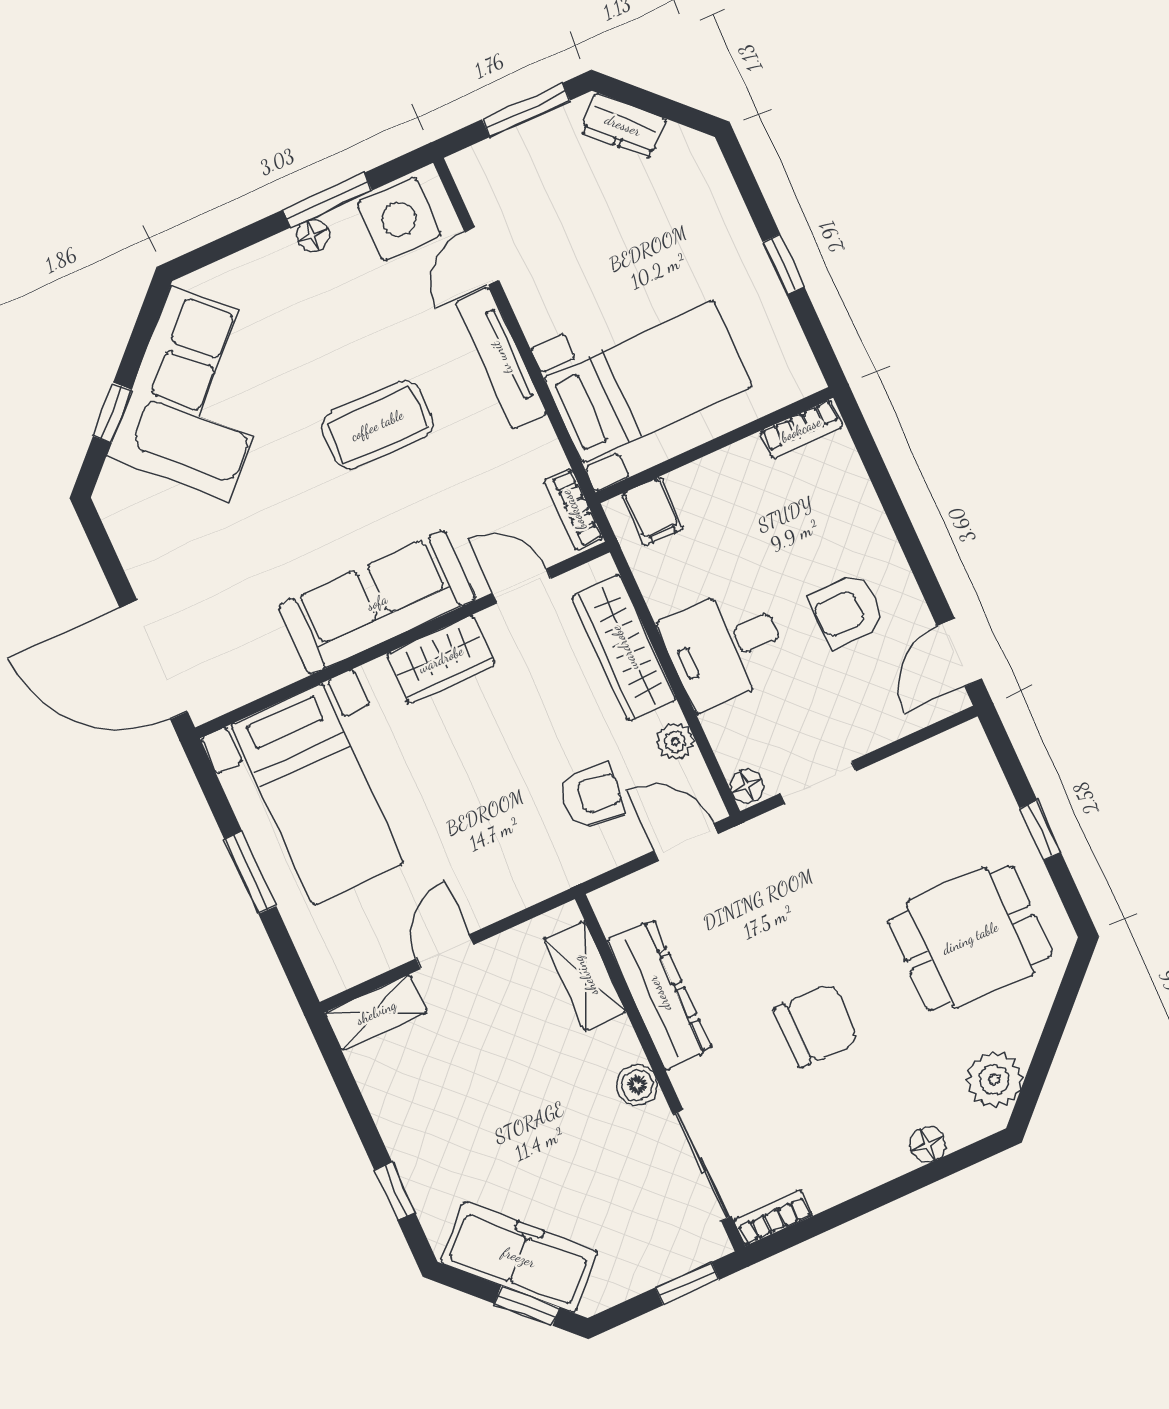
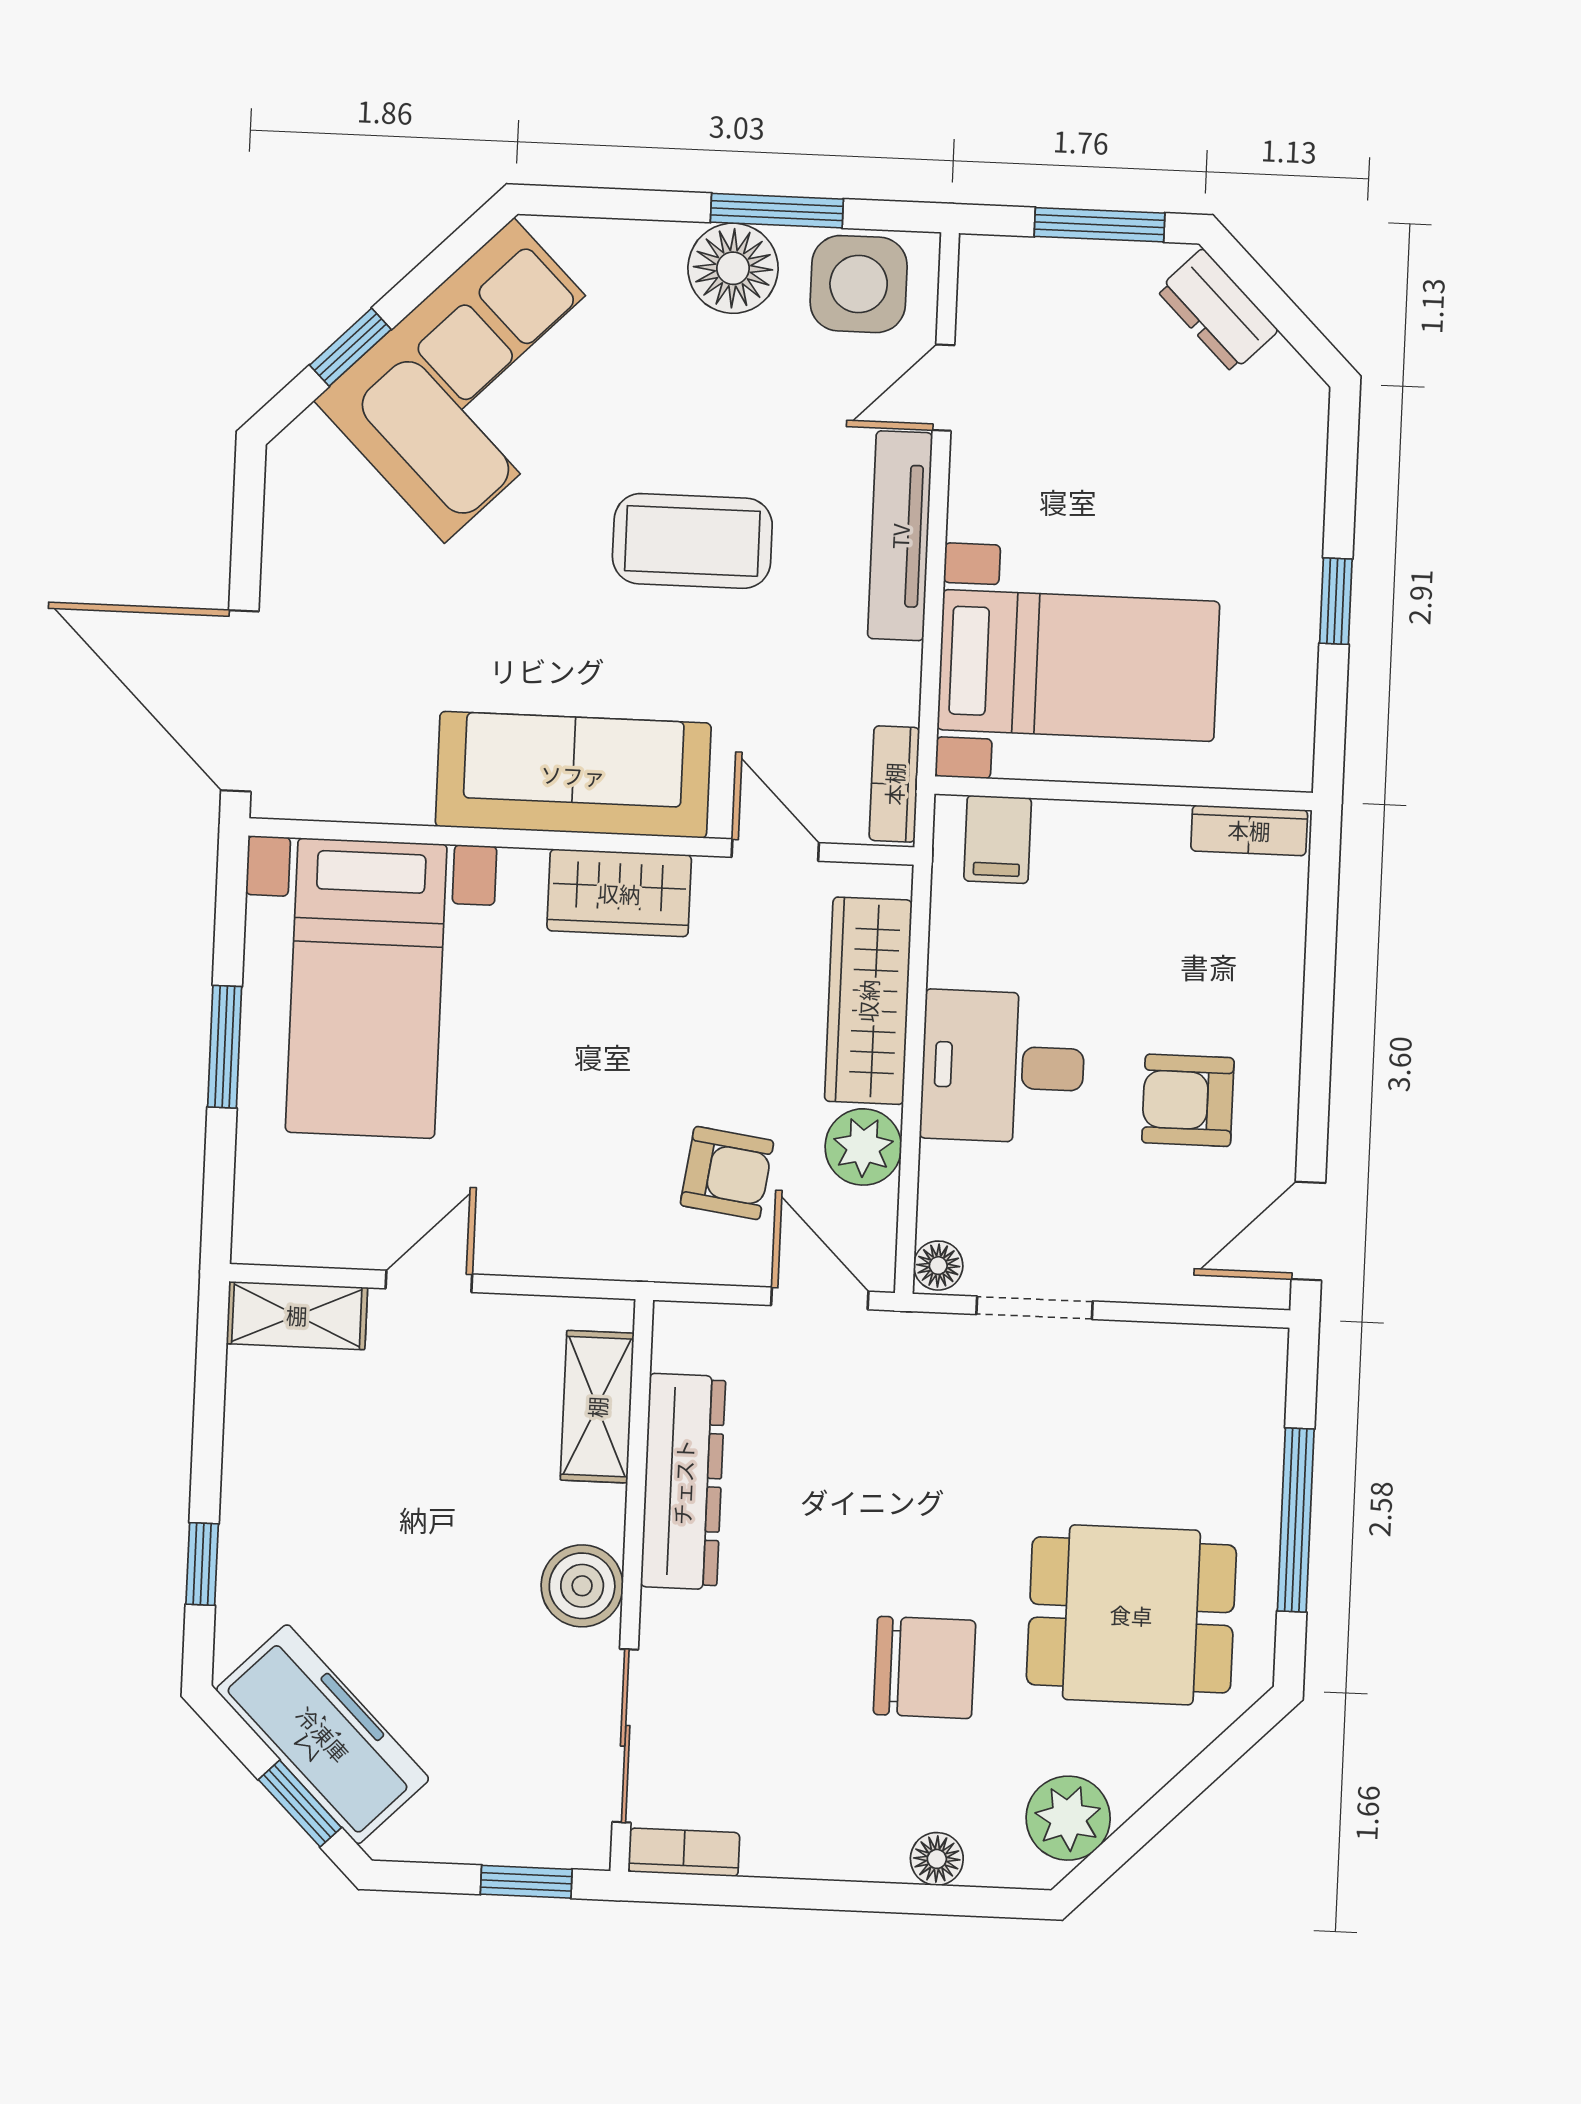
floor lamp: (313, 235) -> (733, 268), width x1.89, depth x1.89
plant: (675, 741) -> (863, 1147), width x1.38, depth x1.38
window: (1040, 830) -> (1296, 1520), width x2.17
chair: (816, 1025) -> (924, 1667), moved
boiler: (637, 1085) -> (582, 1586), width x1.36, depth x1.36

